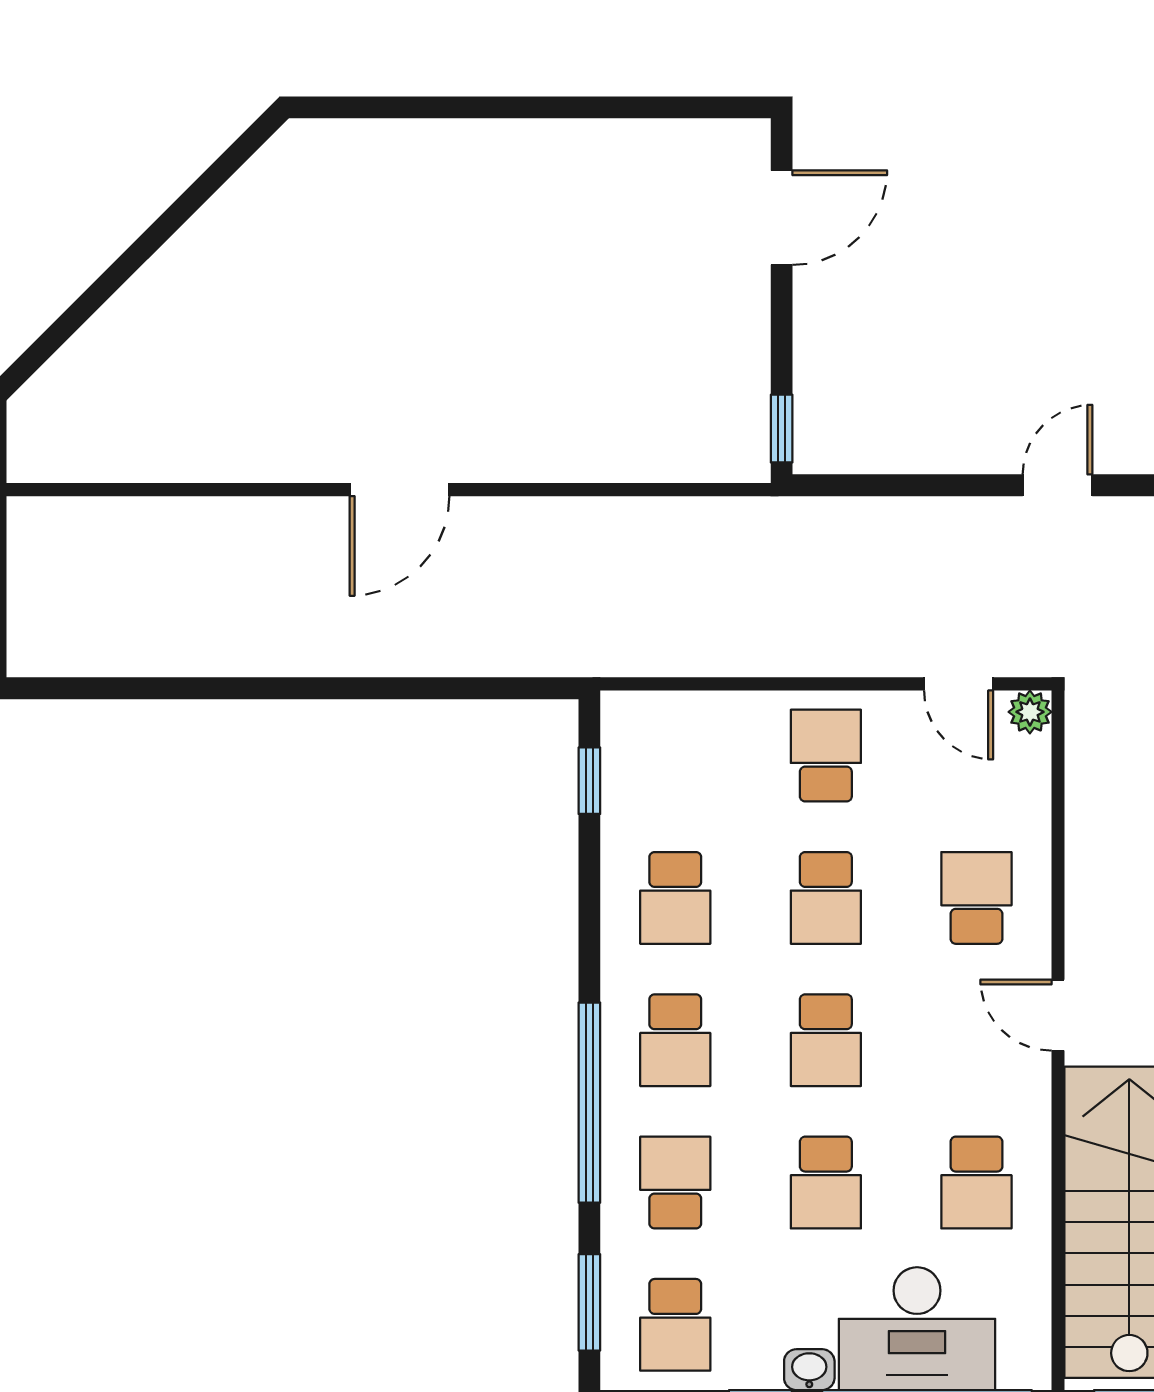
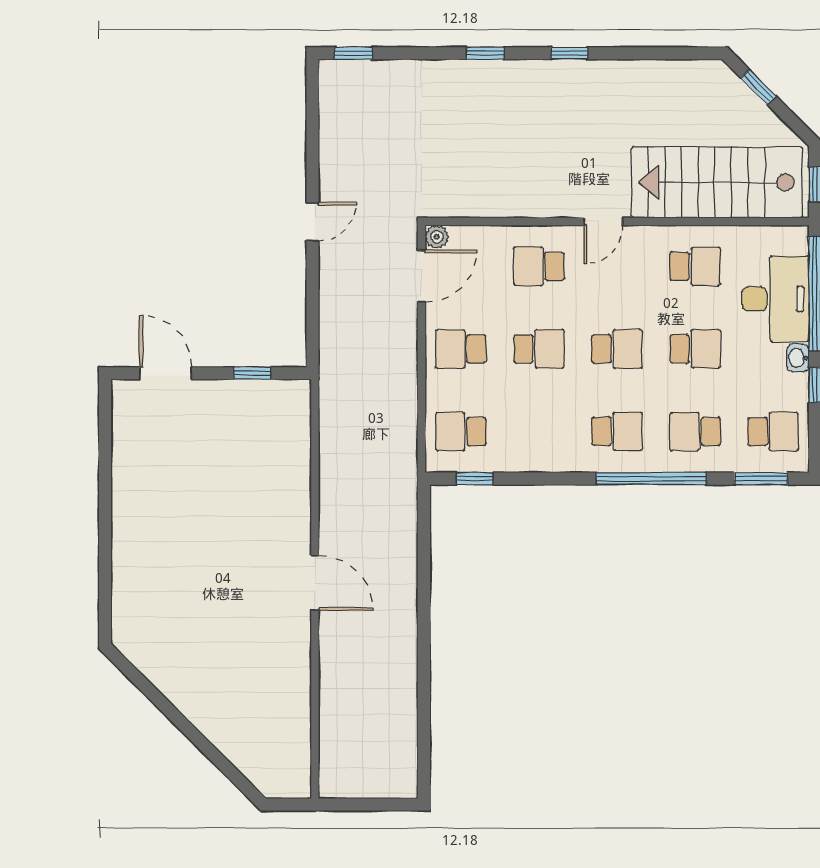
window: (782, 429) -> (252, 373), moved
door: (1057, 485) -> (312, 222), swing flipped
door: (959, 684) -> (422, 276), width x1.37
school desk: (675, 898) -> (461, 432), moved, turned 180

